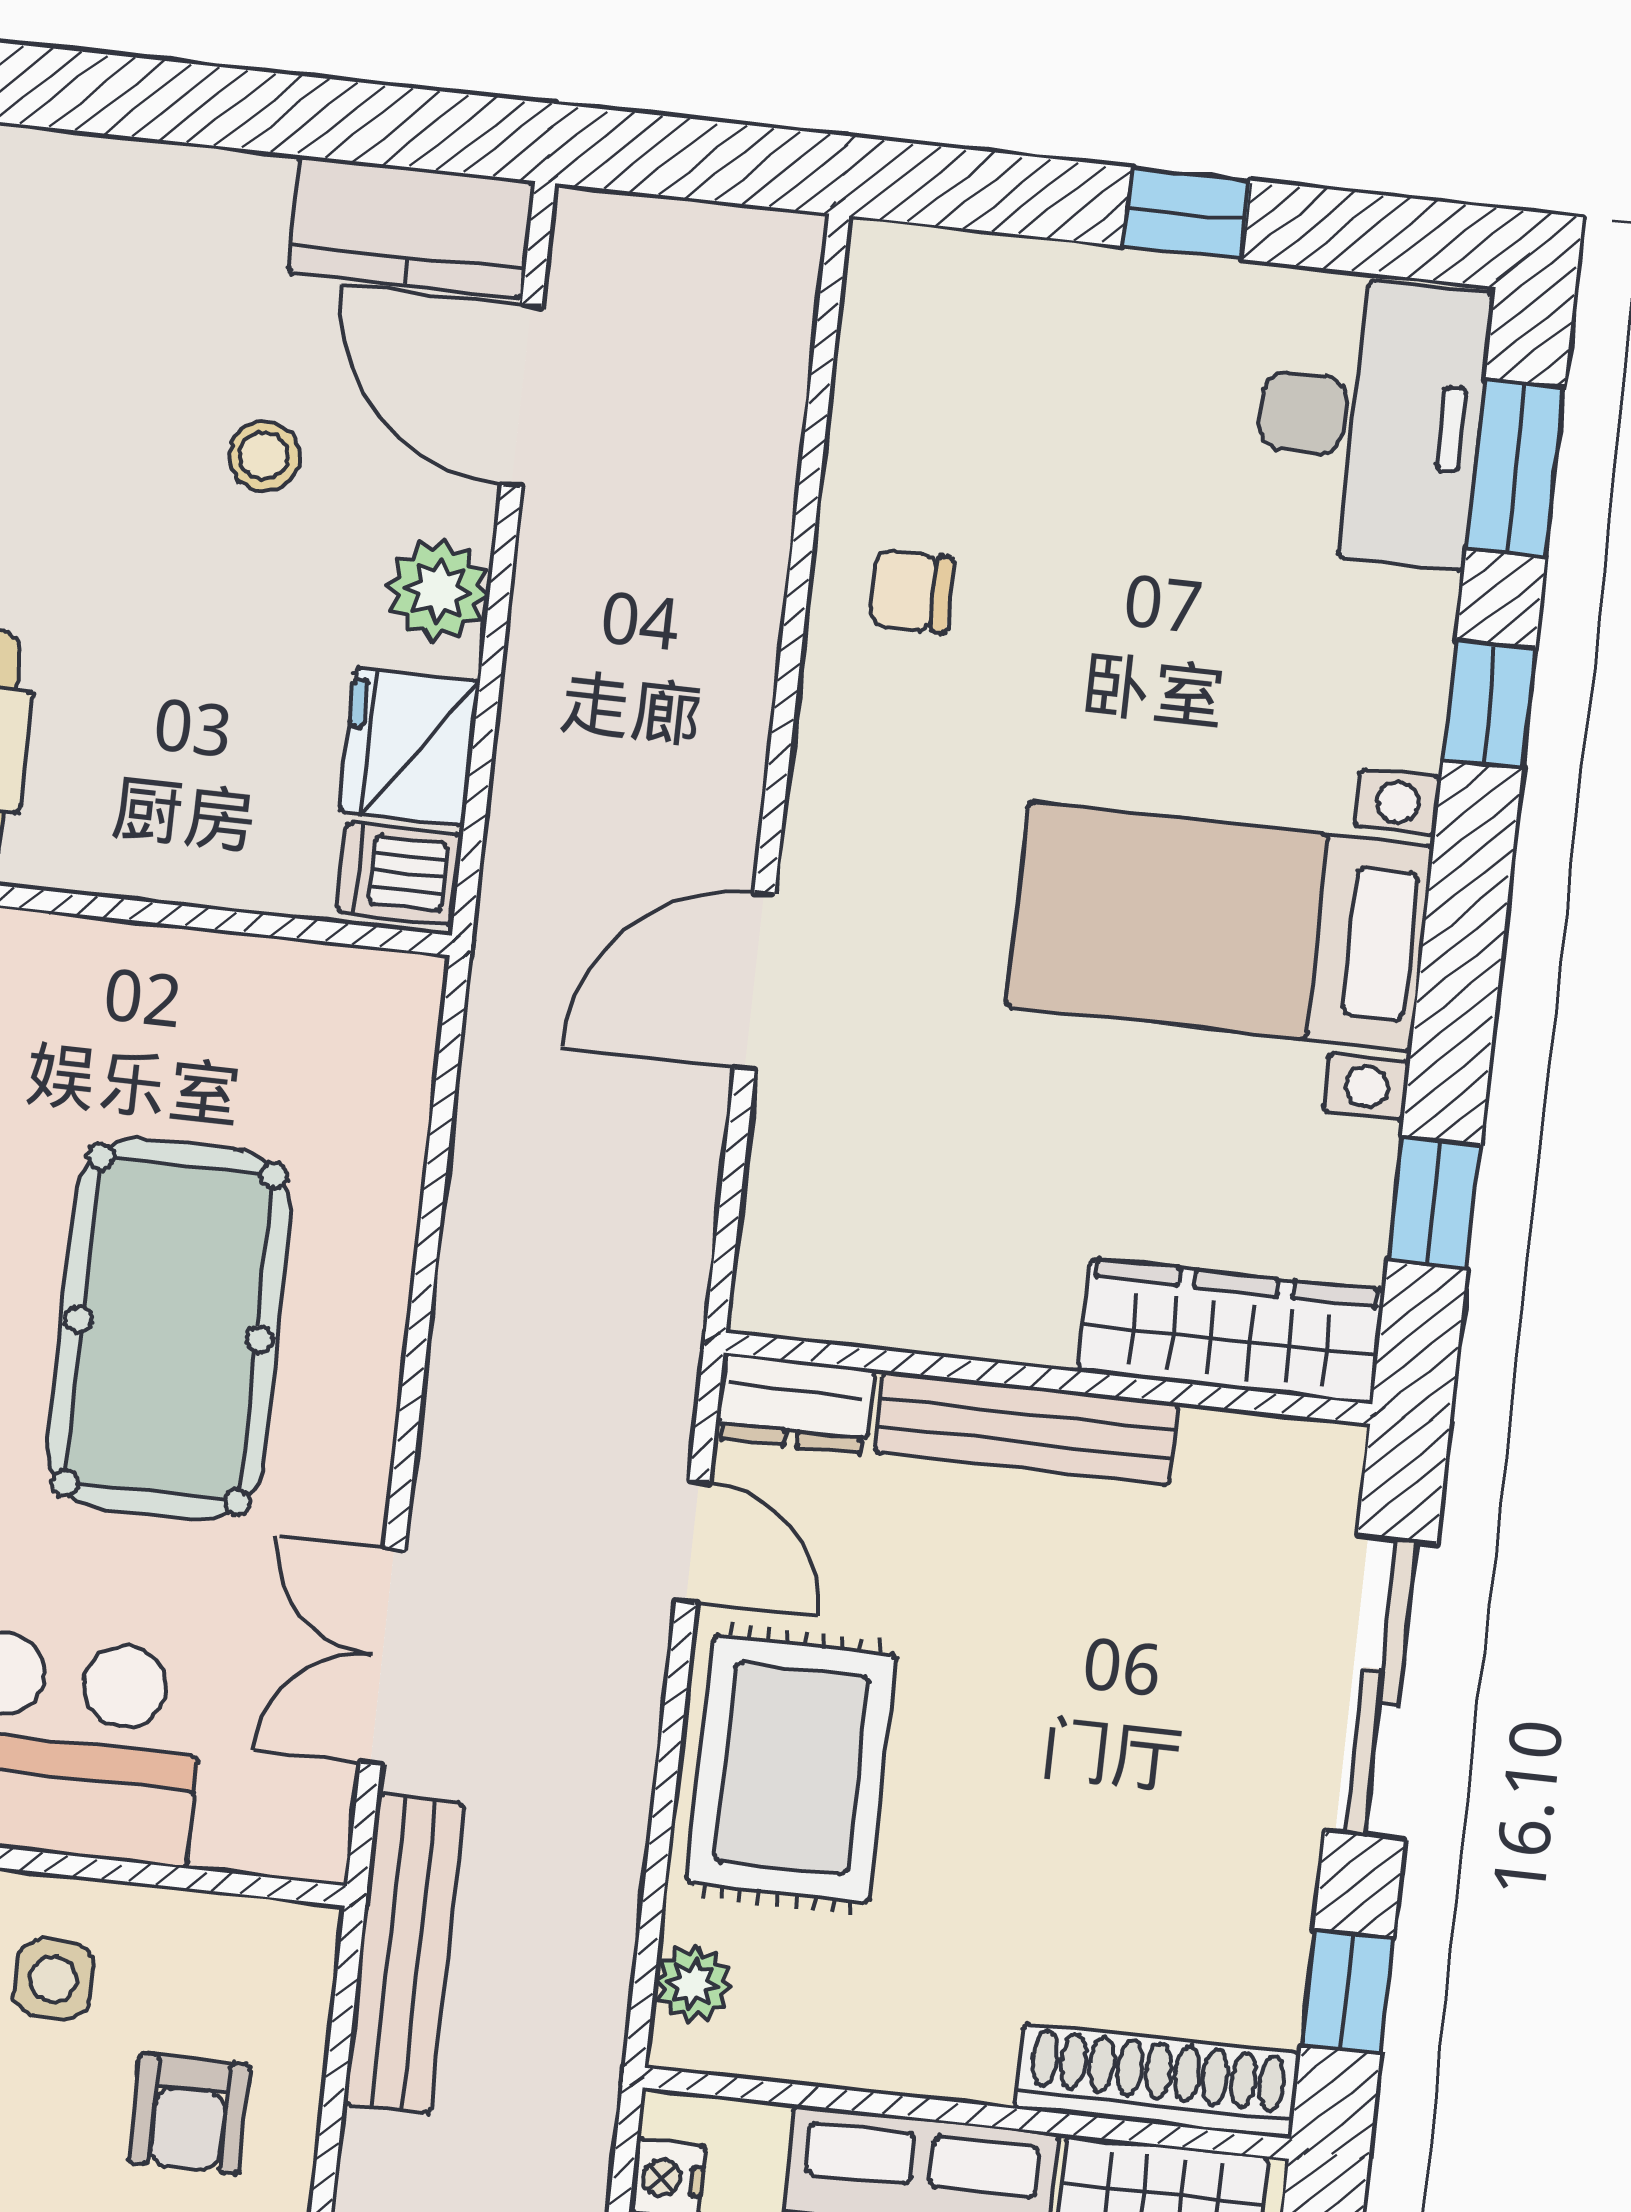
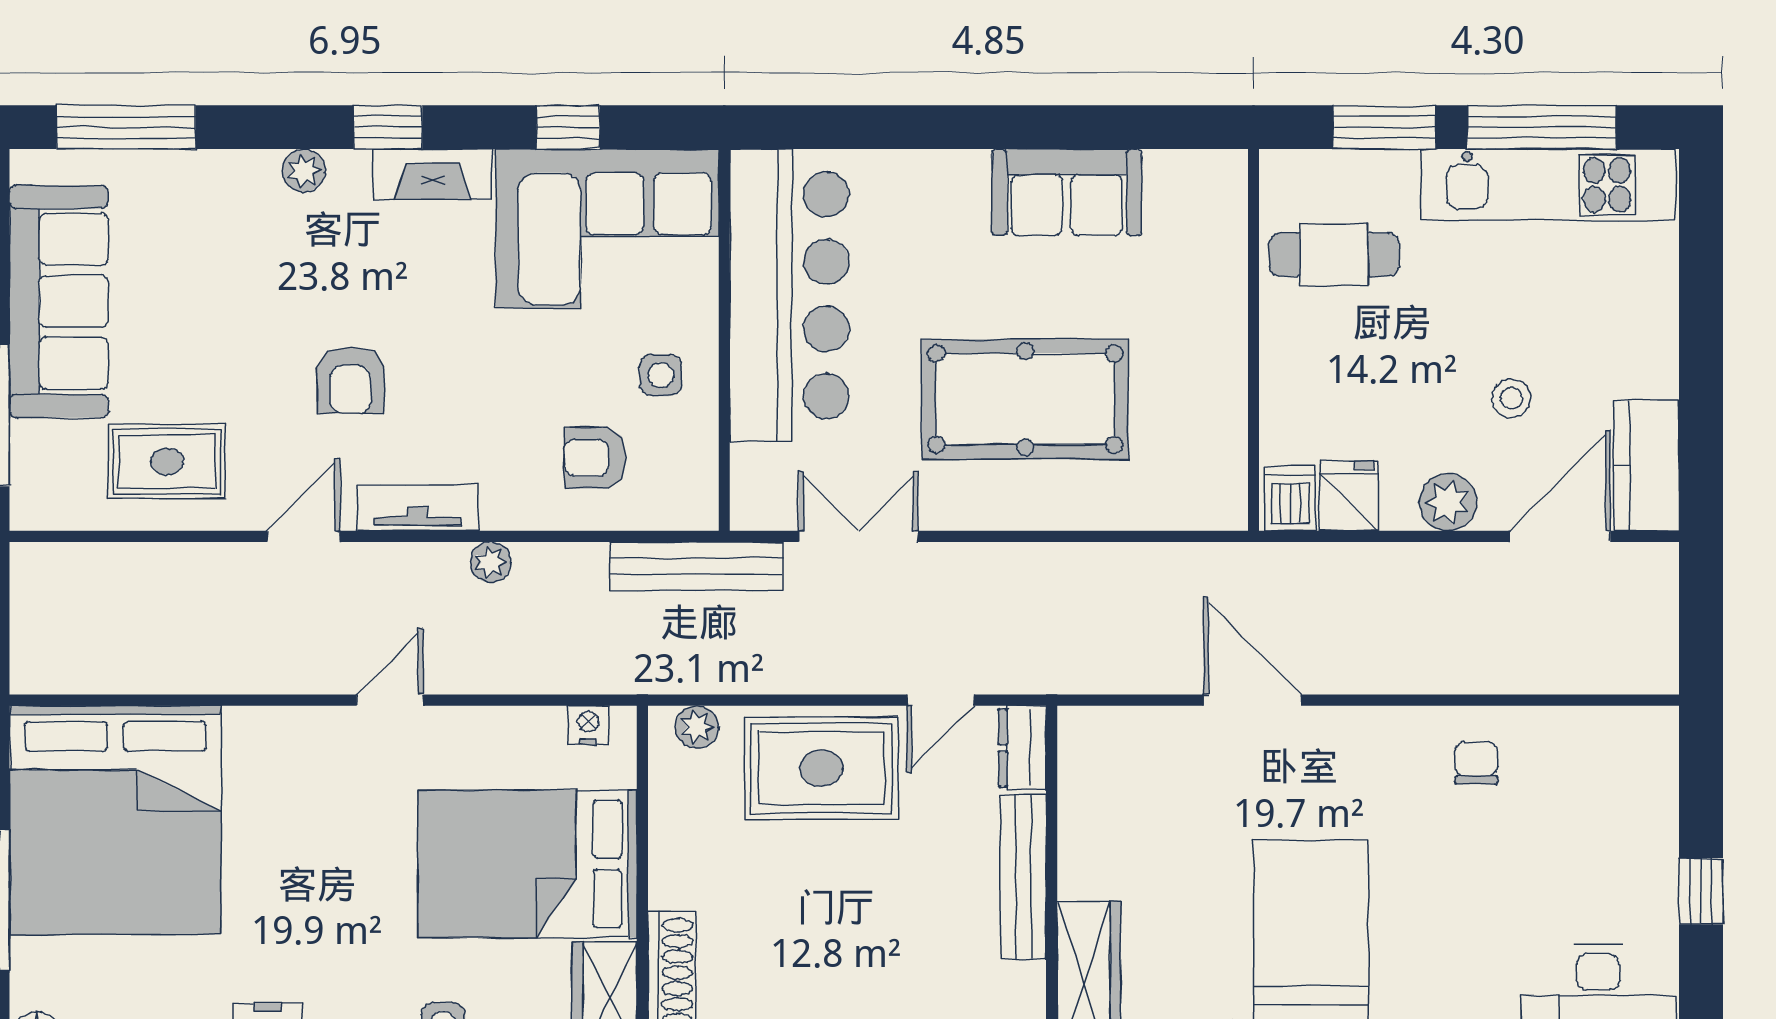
fridge: (410, 747) -> (1349, 496), width x0.72

